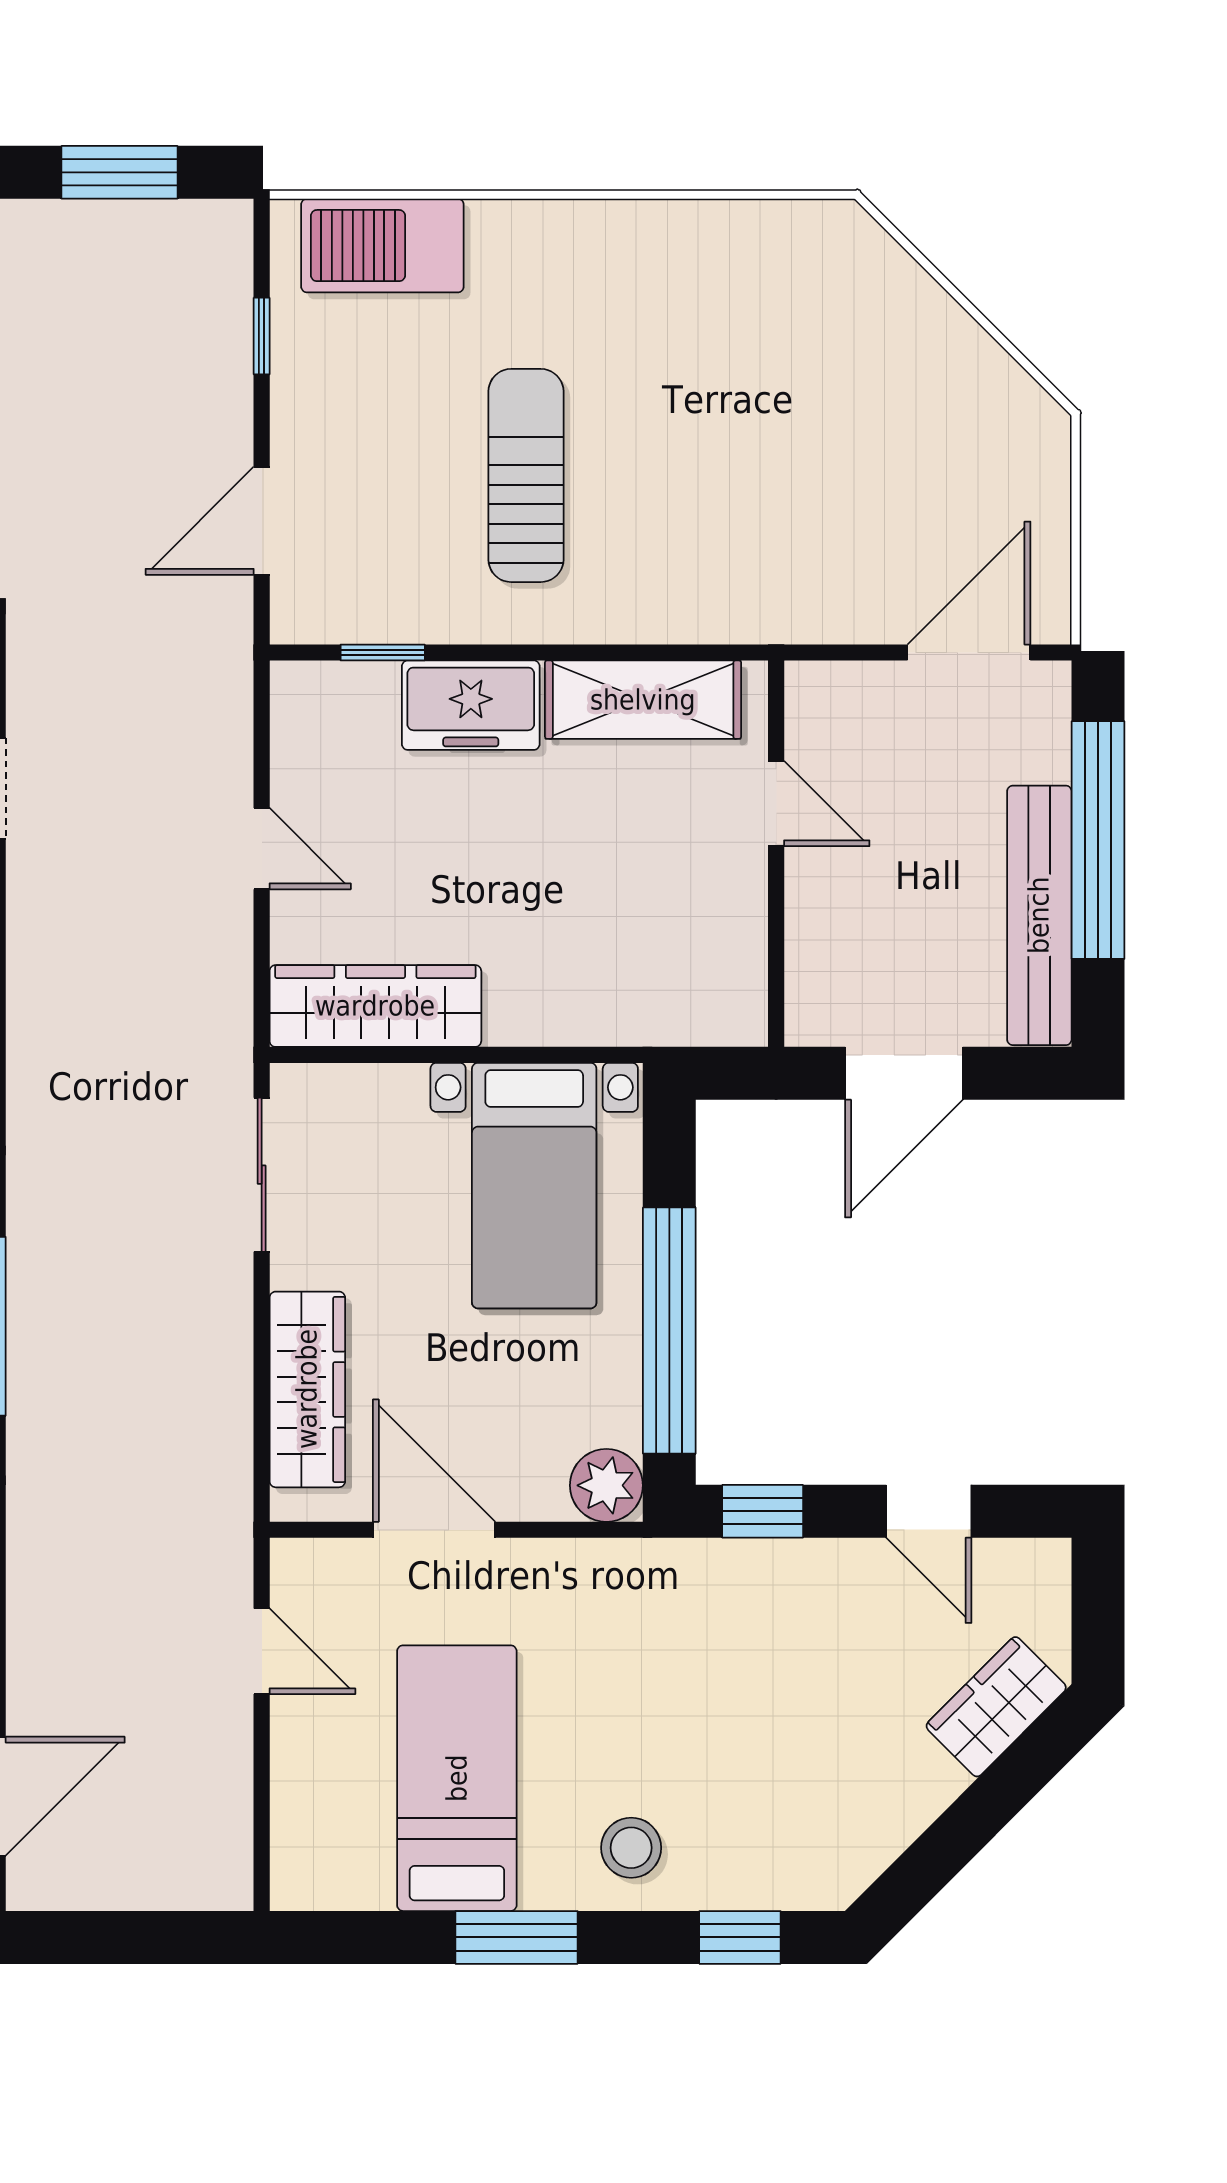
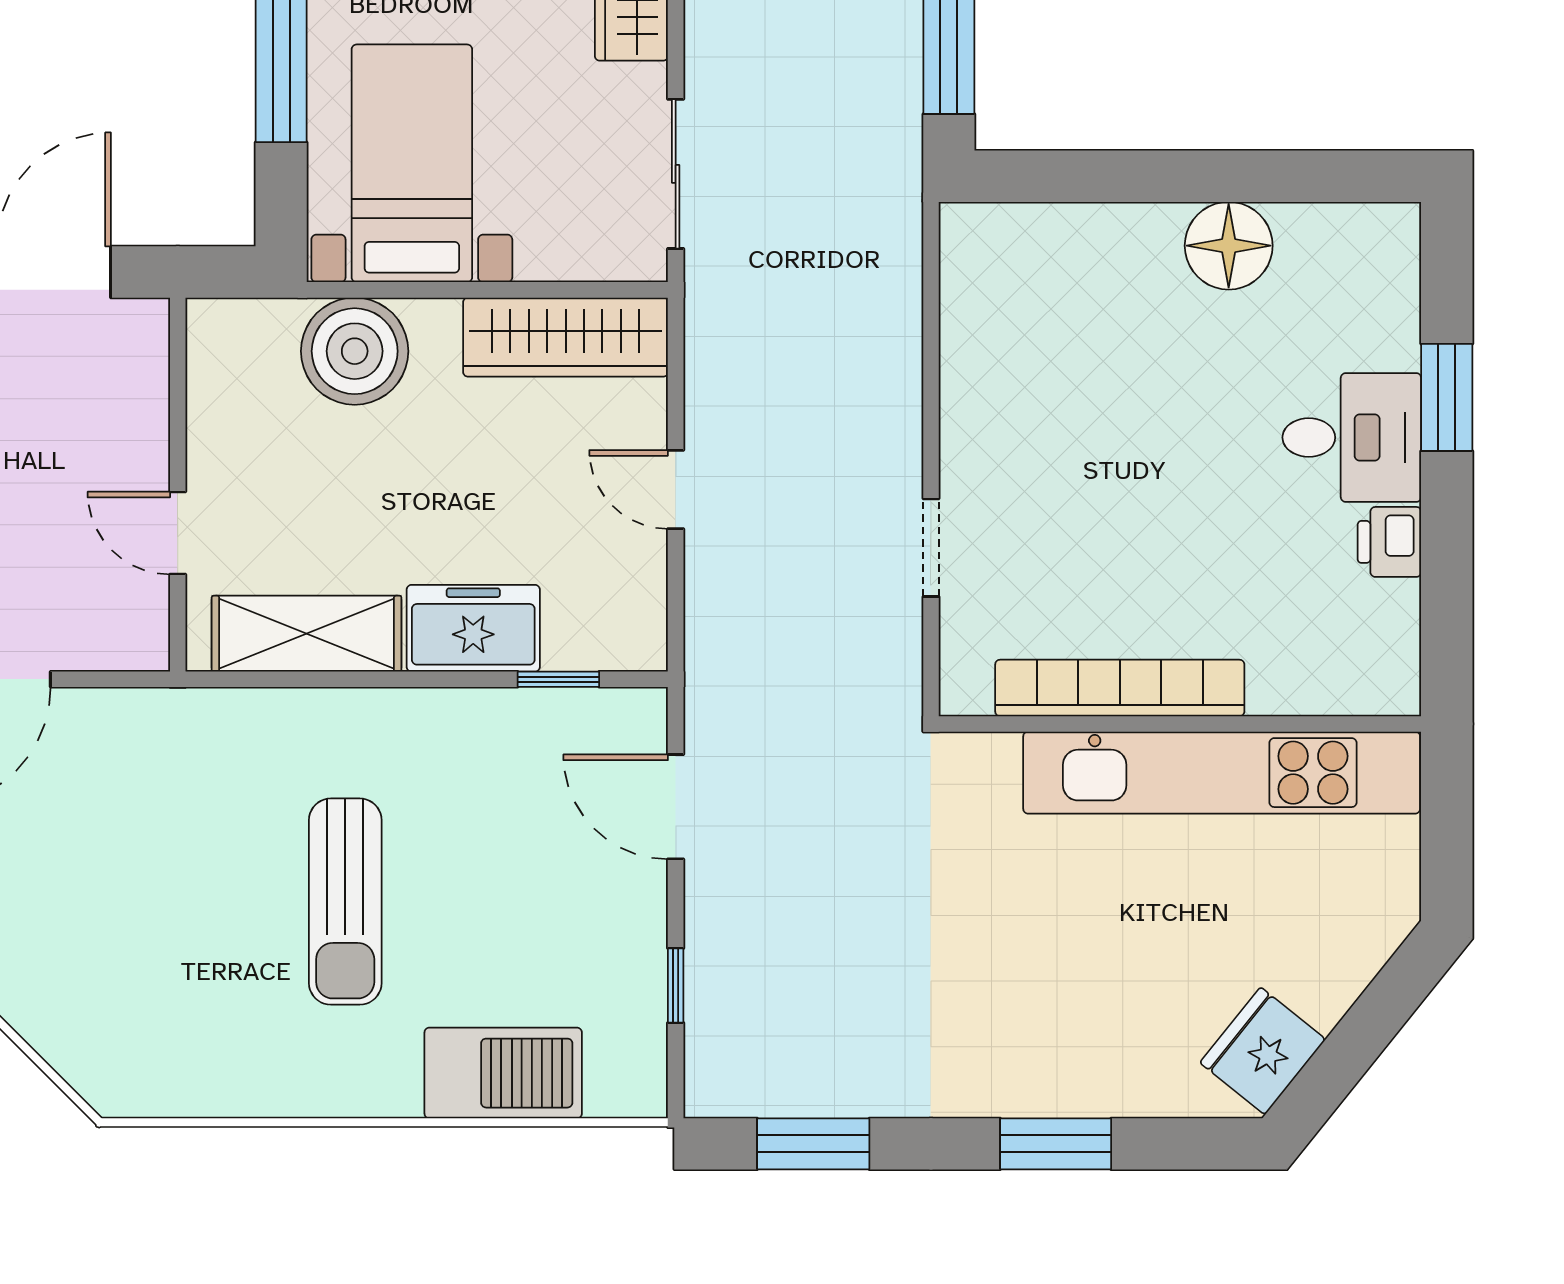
barbecue: (382, 246) -> (503, 1073), moved
sun lounger: (526, 475) -> (345, 902), moved
door: (262, 521) -> (676, 807), swing flipped
boiler: (593, 992) -> (355, 351), added

